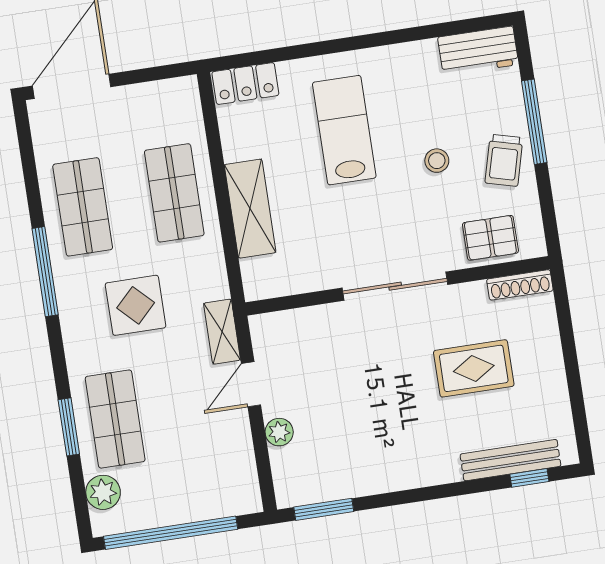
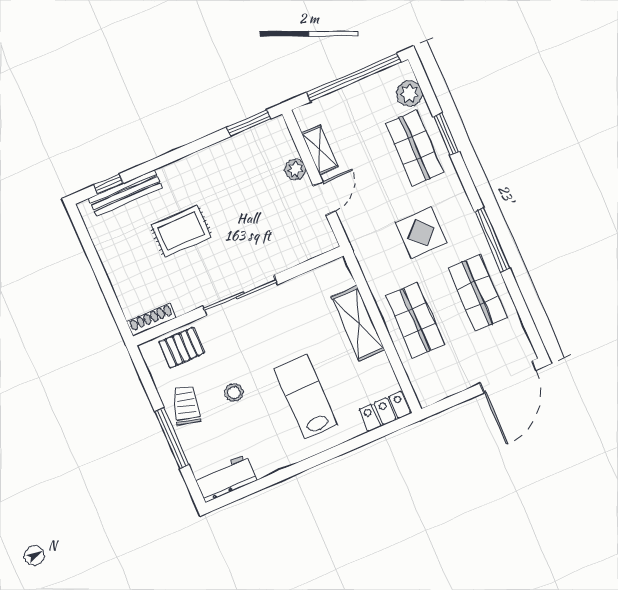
lab bench: (344, 130) -> (306, 397), turned 180
shelving: (222, 332) -> (320, 150), moved
rug: (474, 368) -> (181, 231), moved

